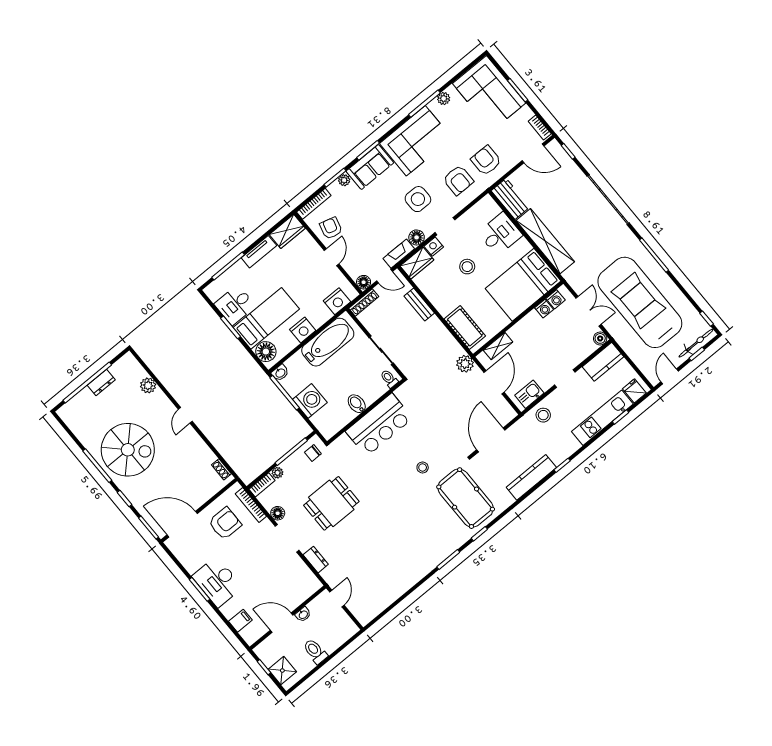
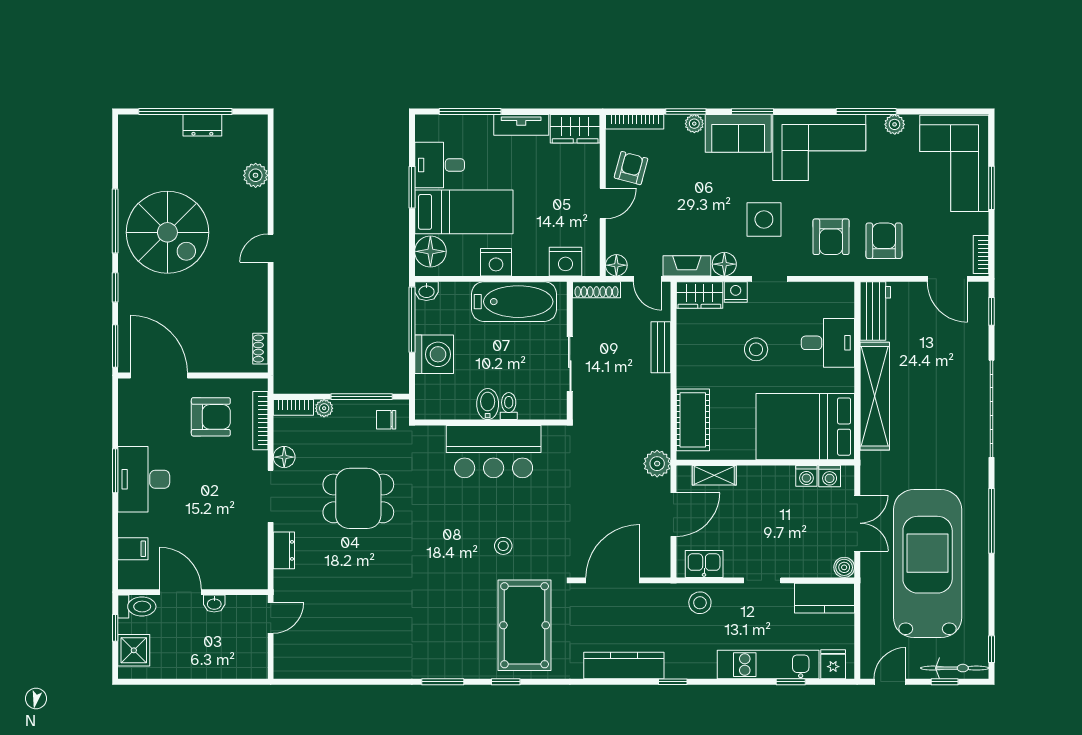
toilet: (389, 379) -> (509, 406), moved
toilet: (315, 651) -> (137, 607), moved, turned 90

